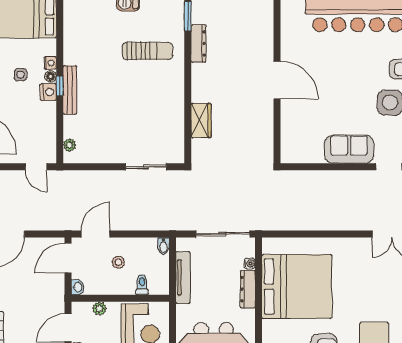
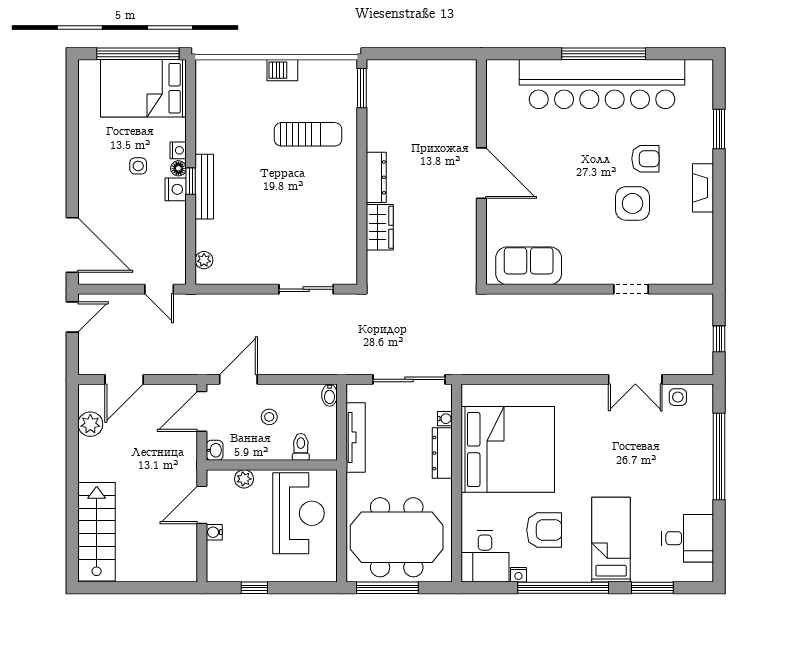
dresser: (198, 44) -> (376, 177), moved
sofa: (349, 149) -> (529, 266), moved

